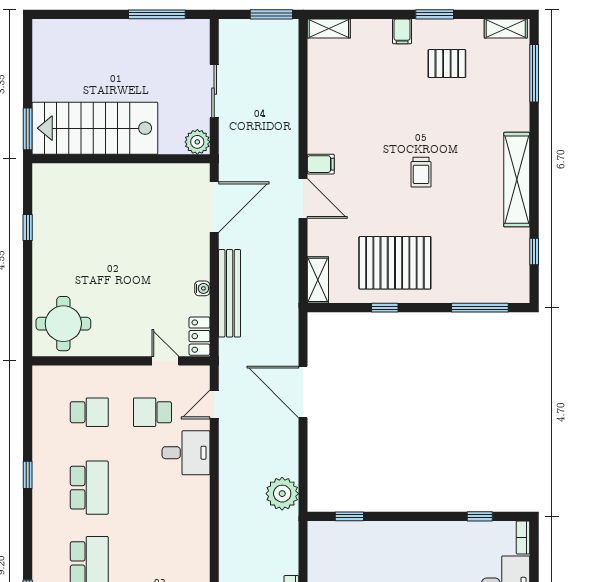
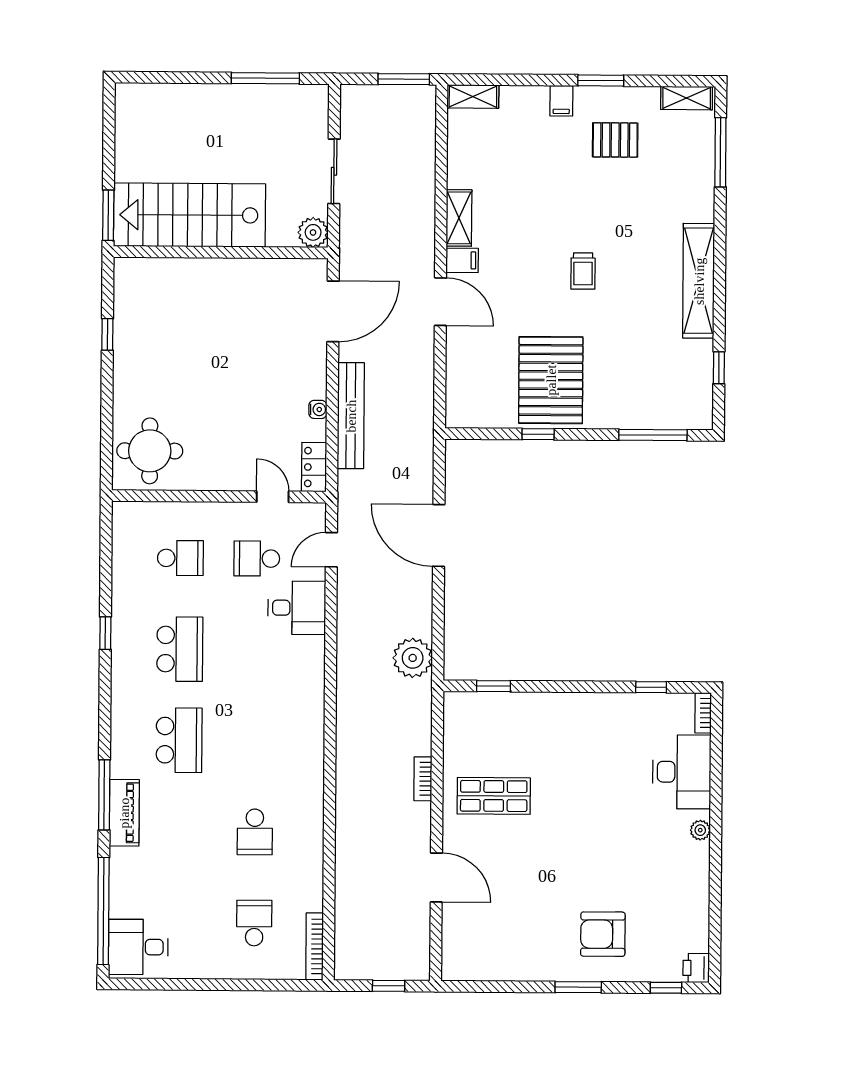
pallet: (395, 263) -> (551, 380), turned 90
shelving: (318, 280) -> (459, 218), moved

